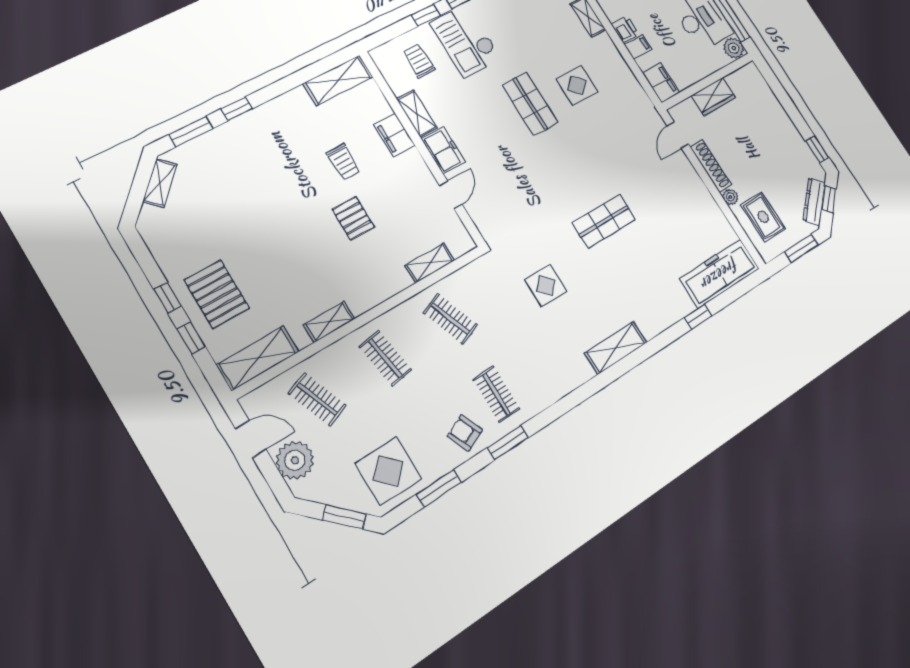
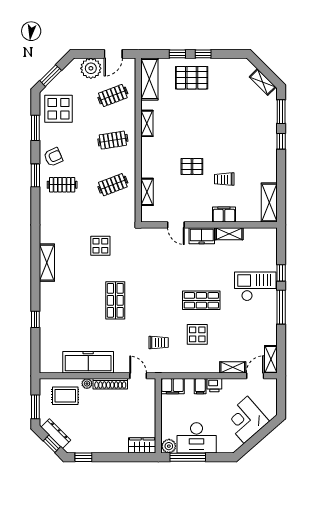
trolley: (419, 61) -> (159, 342), moved
wardrobe: (713, 97) -> (142, 445), moved, turned 90
freezer: (720, 274) -> (88, 362), moved, turned -90

